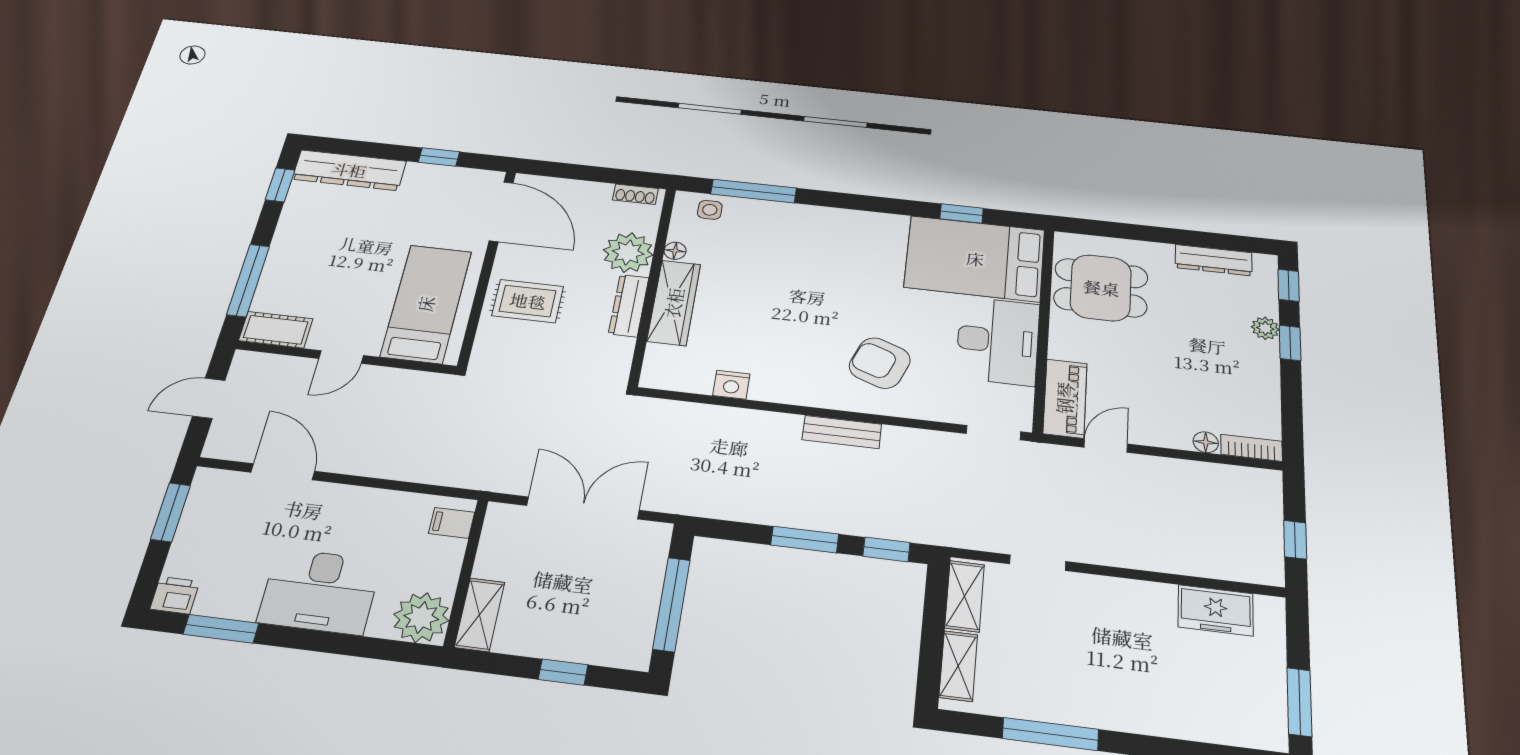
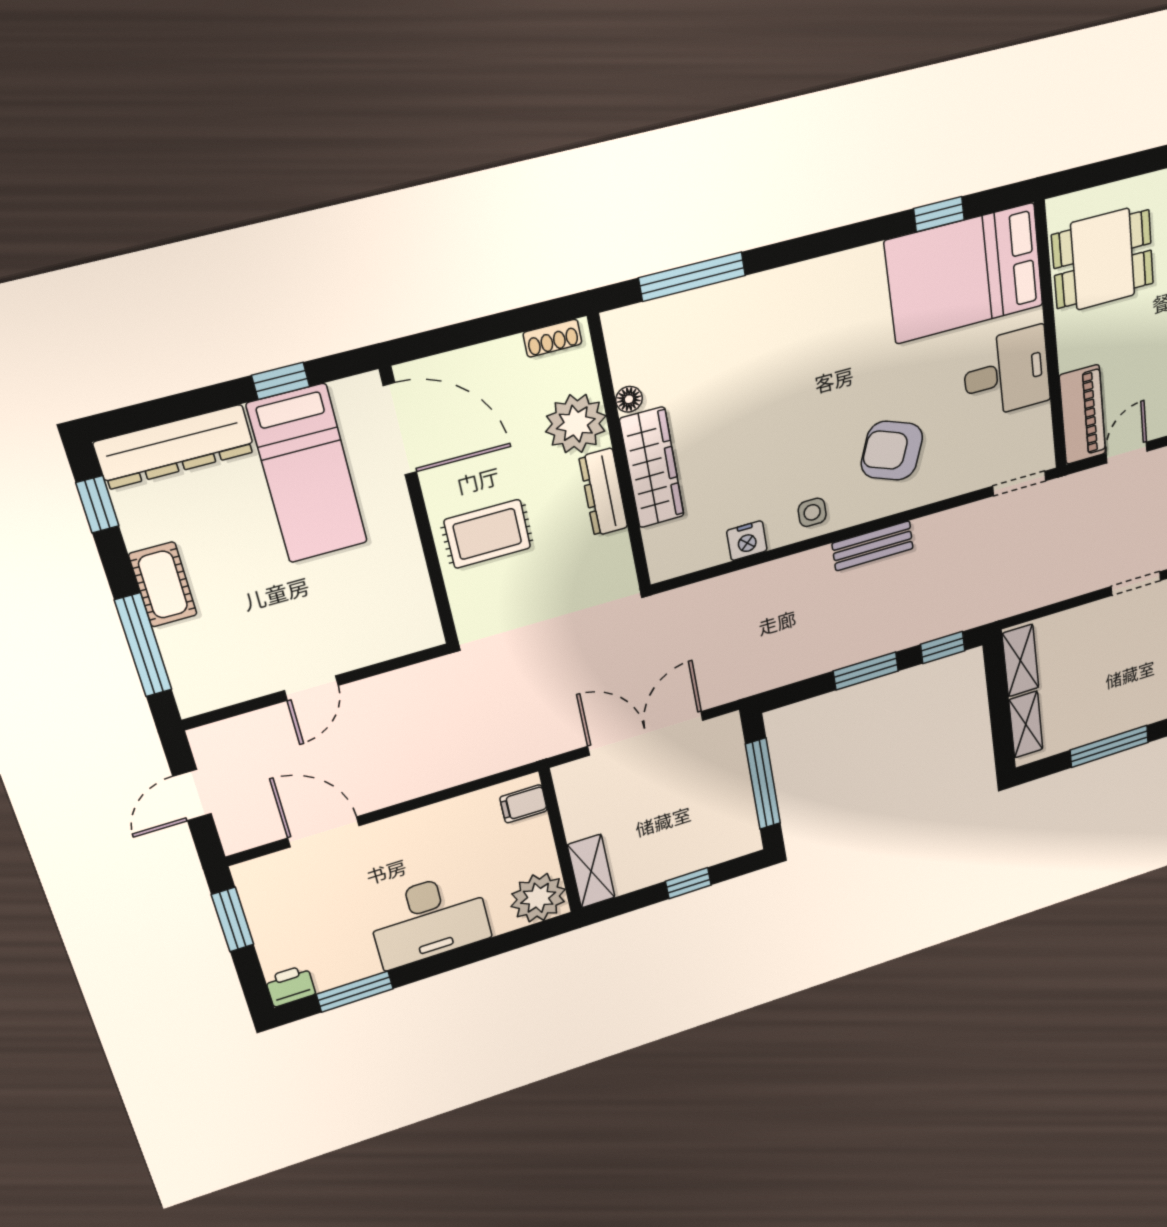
side table: (710, 210) -> (812, 512), moved
bed: (426, 304) -> (308, 474), moved, turned 180
cot: (276, 330) -> (163, 585), moved, turned 90
desk: (998, 341) -> (1006, 373), width x0.73
doorway: (1038, 563) -> (1136, 583), moved

